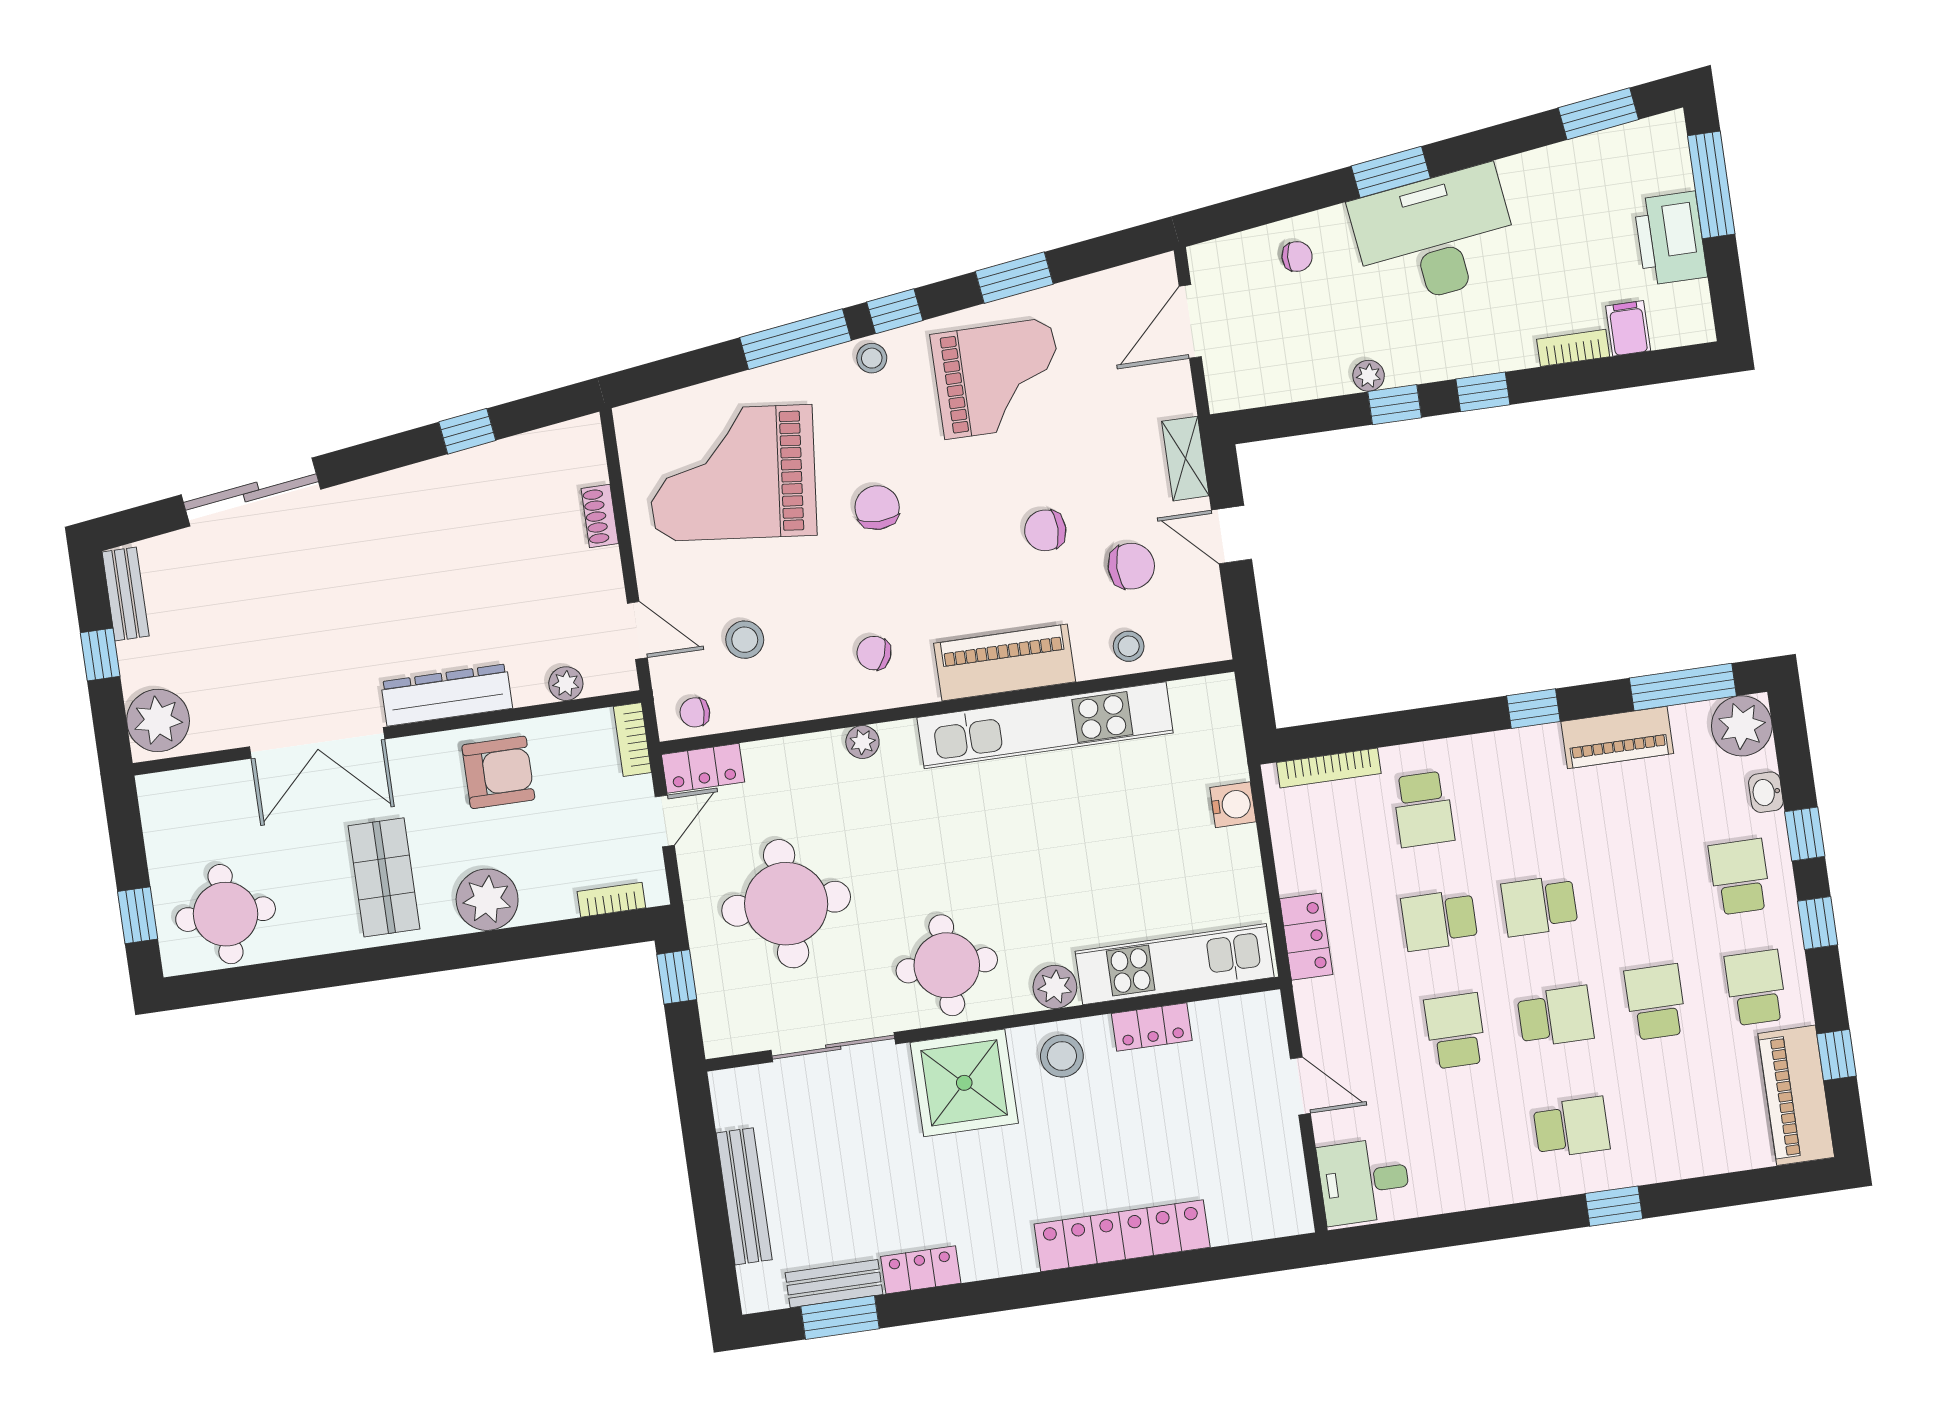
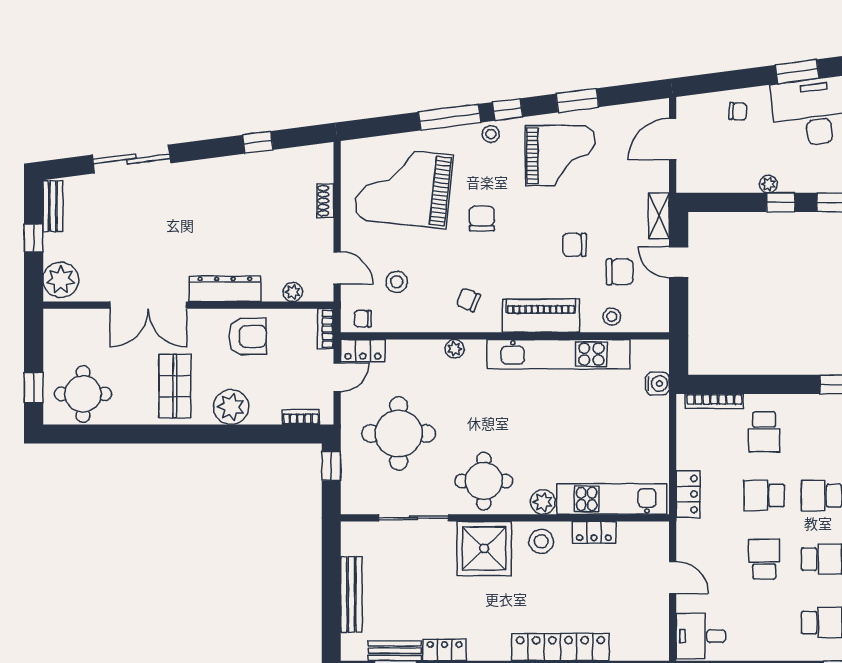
water cooler: (1233, 805) -> (658, 384), moved

